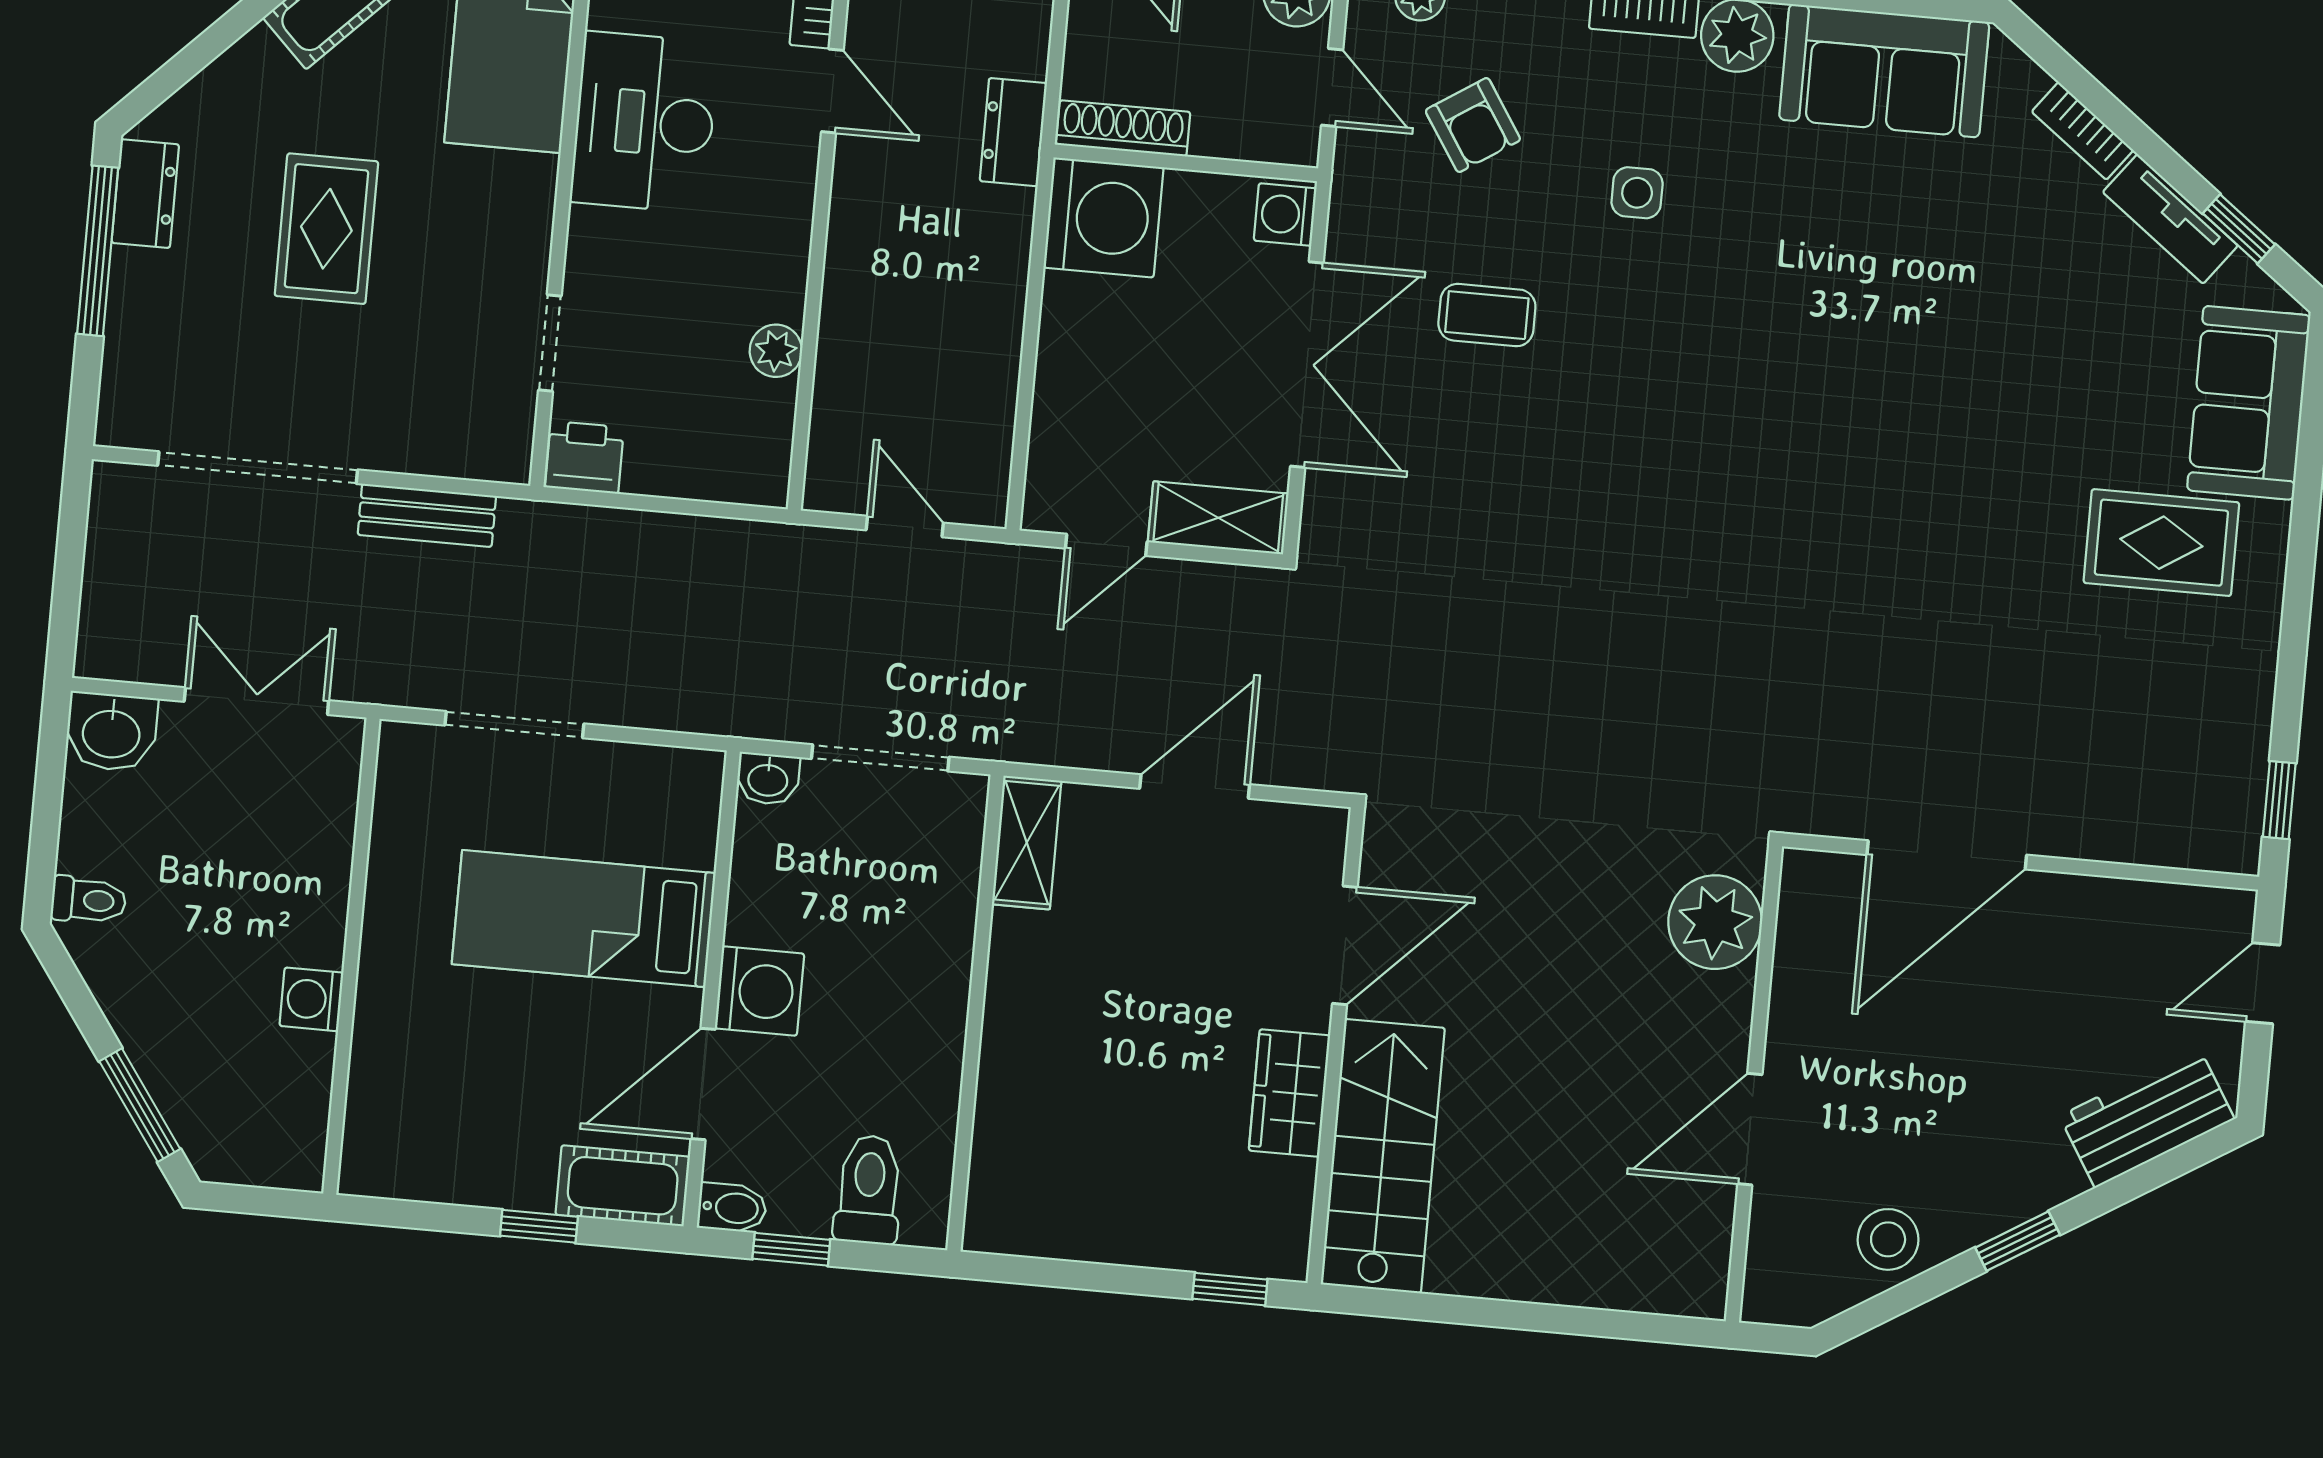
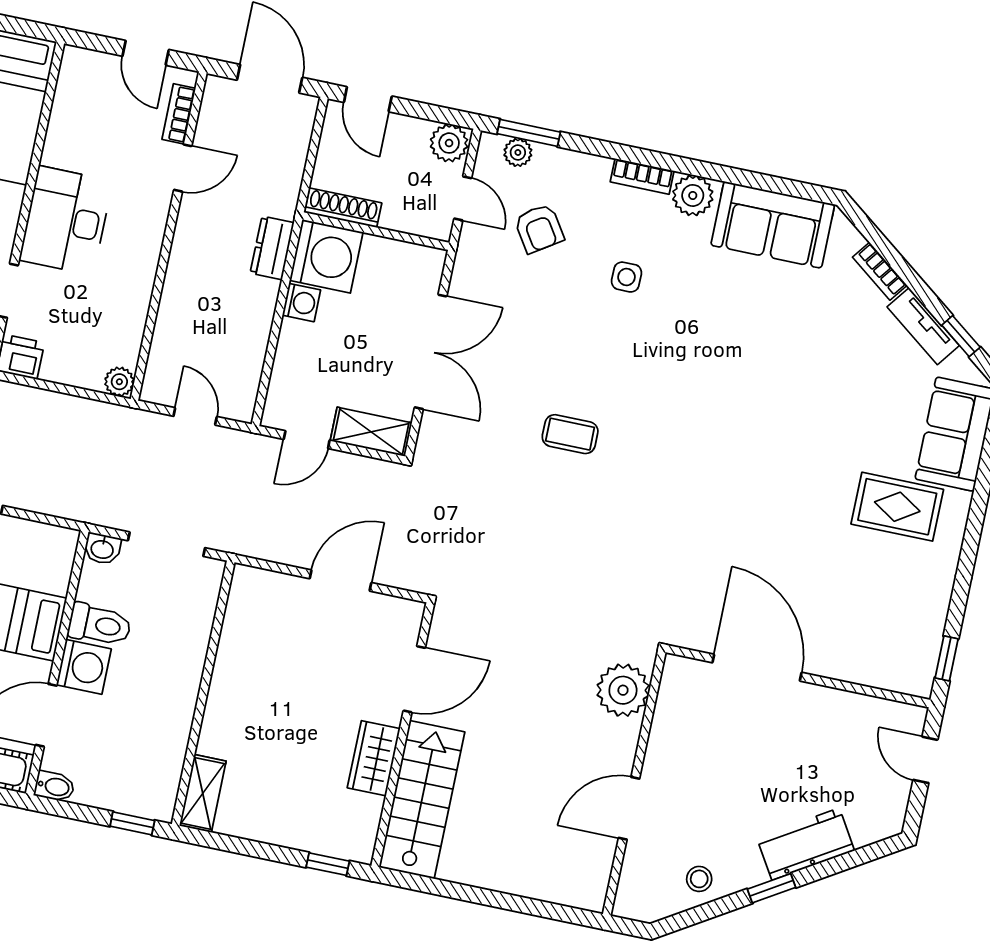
door: (832, 91) -> (183, 168), hinge flipped
desk: (644, 122) -> (66, 221), moved
dresser: (1013, 132) -> (272, 248), moved
washing machine: (1285, 214) -> (301, 303), moved, turned 180
coffee table: (1487, 315) -> (570, 434), moved
plant: (776, 351) -> (119, 382), moved
shelving: (1027, 843) -> (203, 793), moved
door: (1947, 855) -> (757, 668), swing flipped
door: (2263, 983) -> (925, 760), hinge flipped
workbench: (2147, 1118) -> (806, 844), moved
toilet: (869, 1190) -> (100, 625), moved, turned 90
stool: (1888, 1239) -> (699, 879), width x0.73, depth x0.73
window: (791, 1249) -> (132, 823), moved

